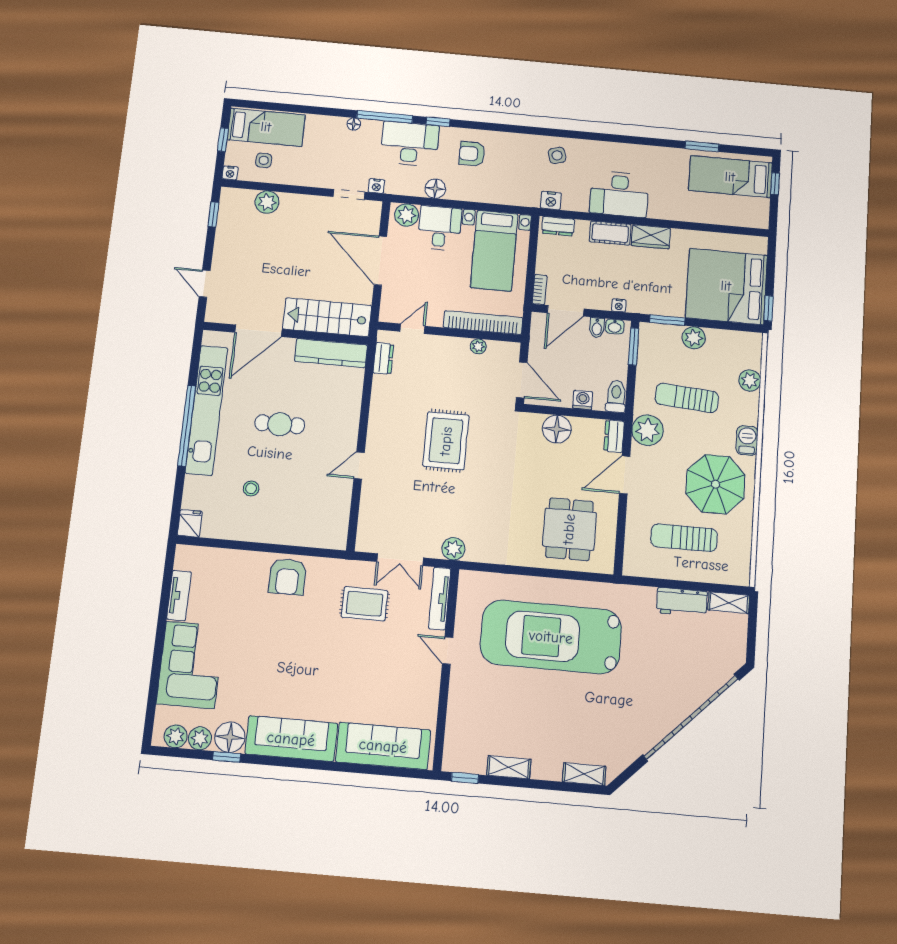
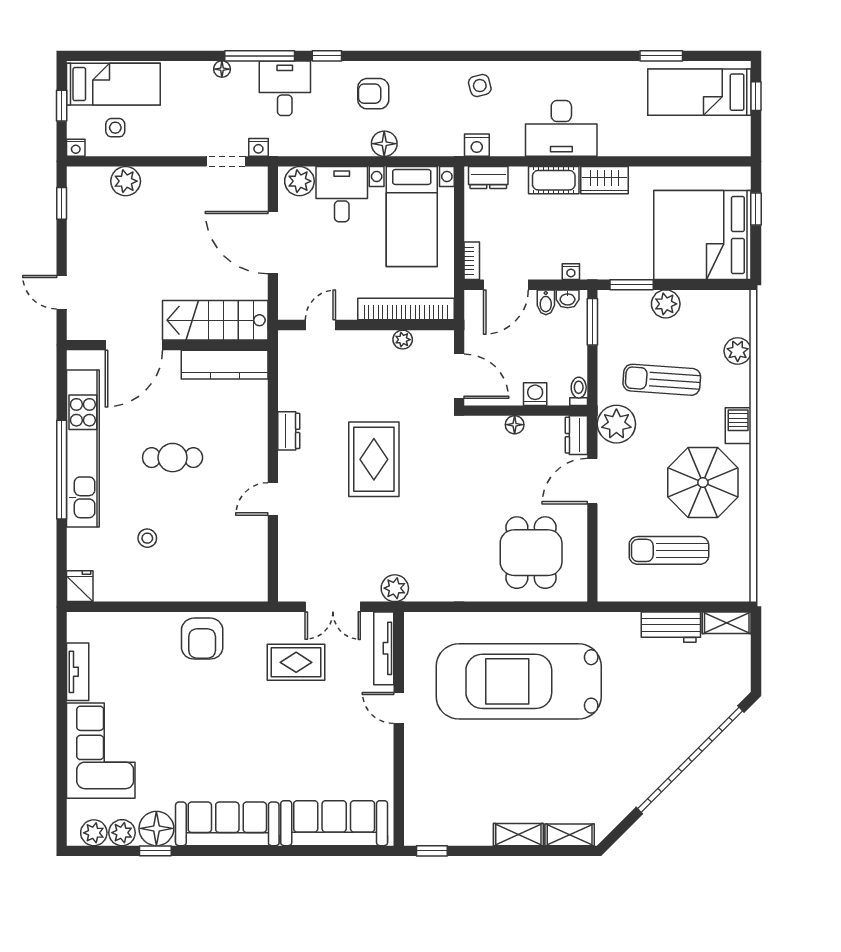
desk: (410, 144) -> (285, 88), width x0.73
floor lamp: (435, 189) -> (384, 144), moved
window: (769, 308) -> (756, 209), moved
dresser: (383, 358) -> (289, 431), moved
toilet: (616, 396) -> (579, 391), width x0.73, depth x0.72
floor lamp: (557, 429) -> (515, 425), width x0.53, depth x0.53
shelving: (509, 767) -> (518, 835), moved

